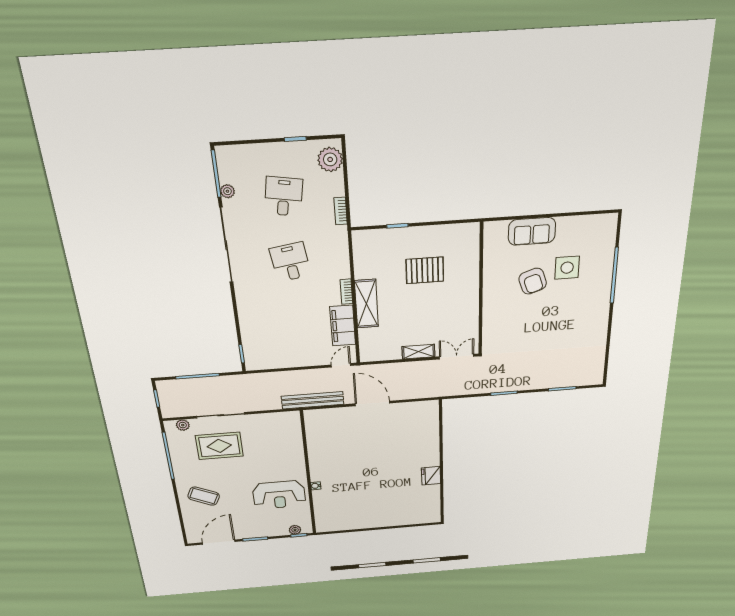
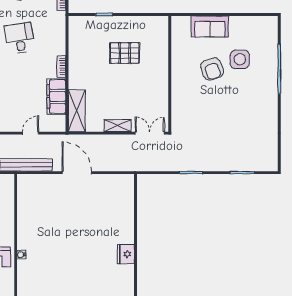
shelving: (366, 304) -> (77, 111), moved
door: (341, 365) -> (31, 133), moved

